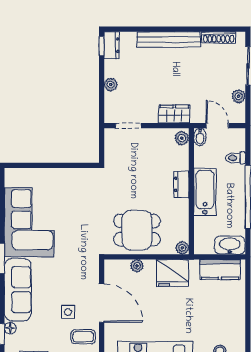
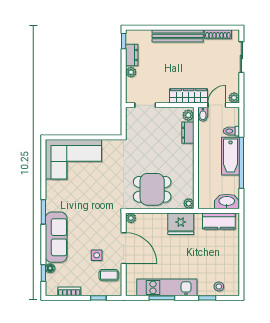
dresser: (112, 45) -> (132, 55), moved
plant: (239, 96) -> (234, 98), moved
wardrobe: (174, 114) -> (189, 96), width x1.50
door: (217, 126) -> (217, 105), hinge flipped
dresser: (181, 184) -> (188, 133), moved
bathtub: (205, 192) -> (231, 156), moved, turned 180
corner sofa: (29, 222) -> (73, 159), moved, turned 90
plant: (137, 266) -> (131, 218), moved

